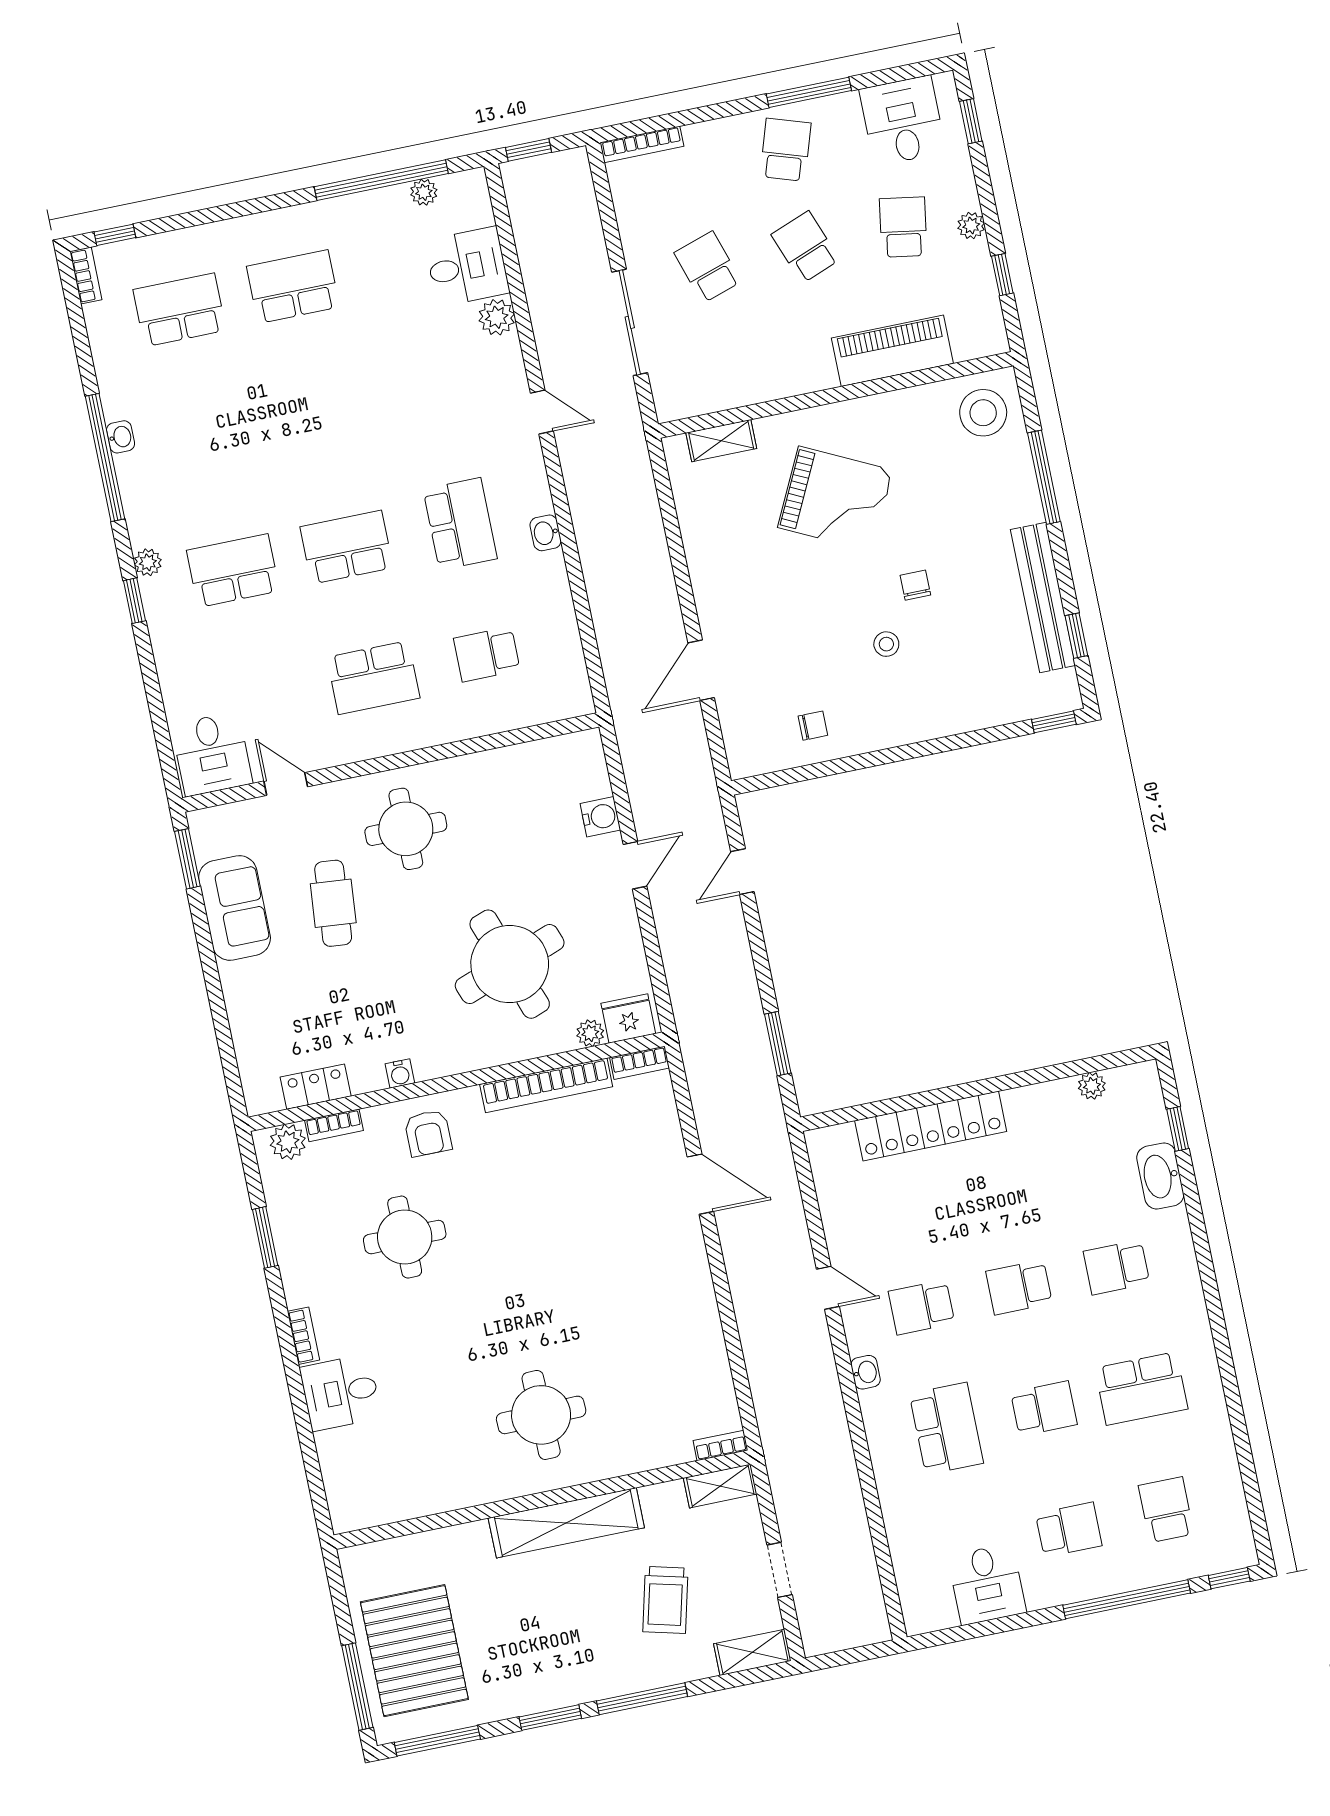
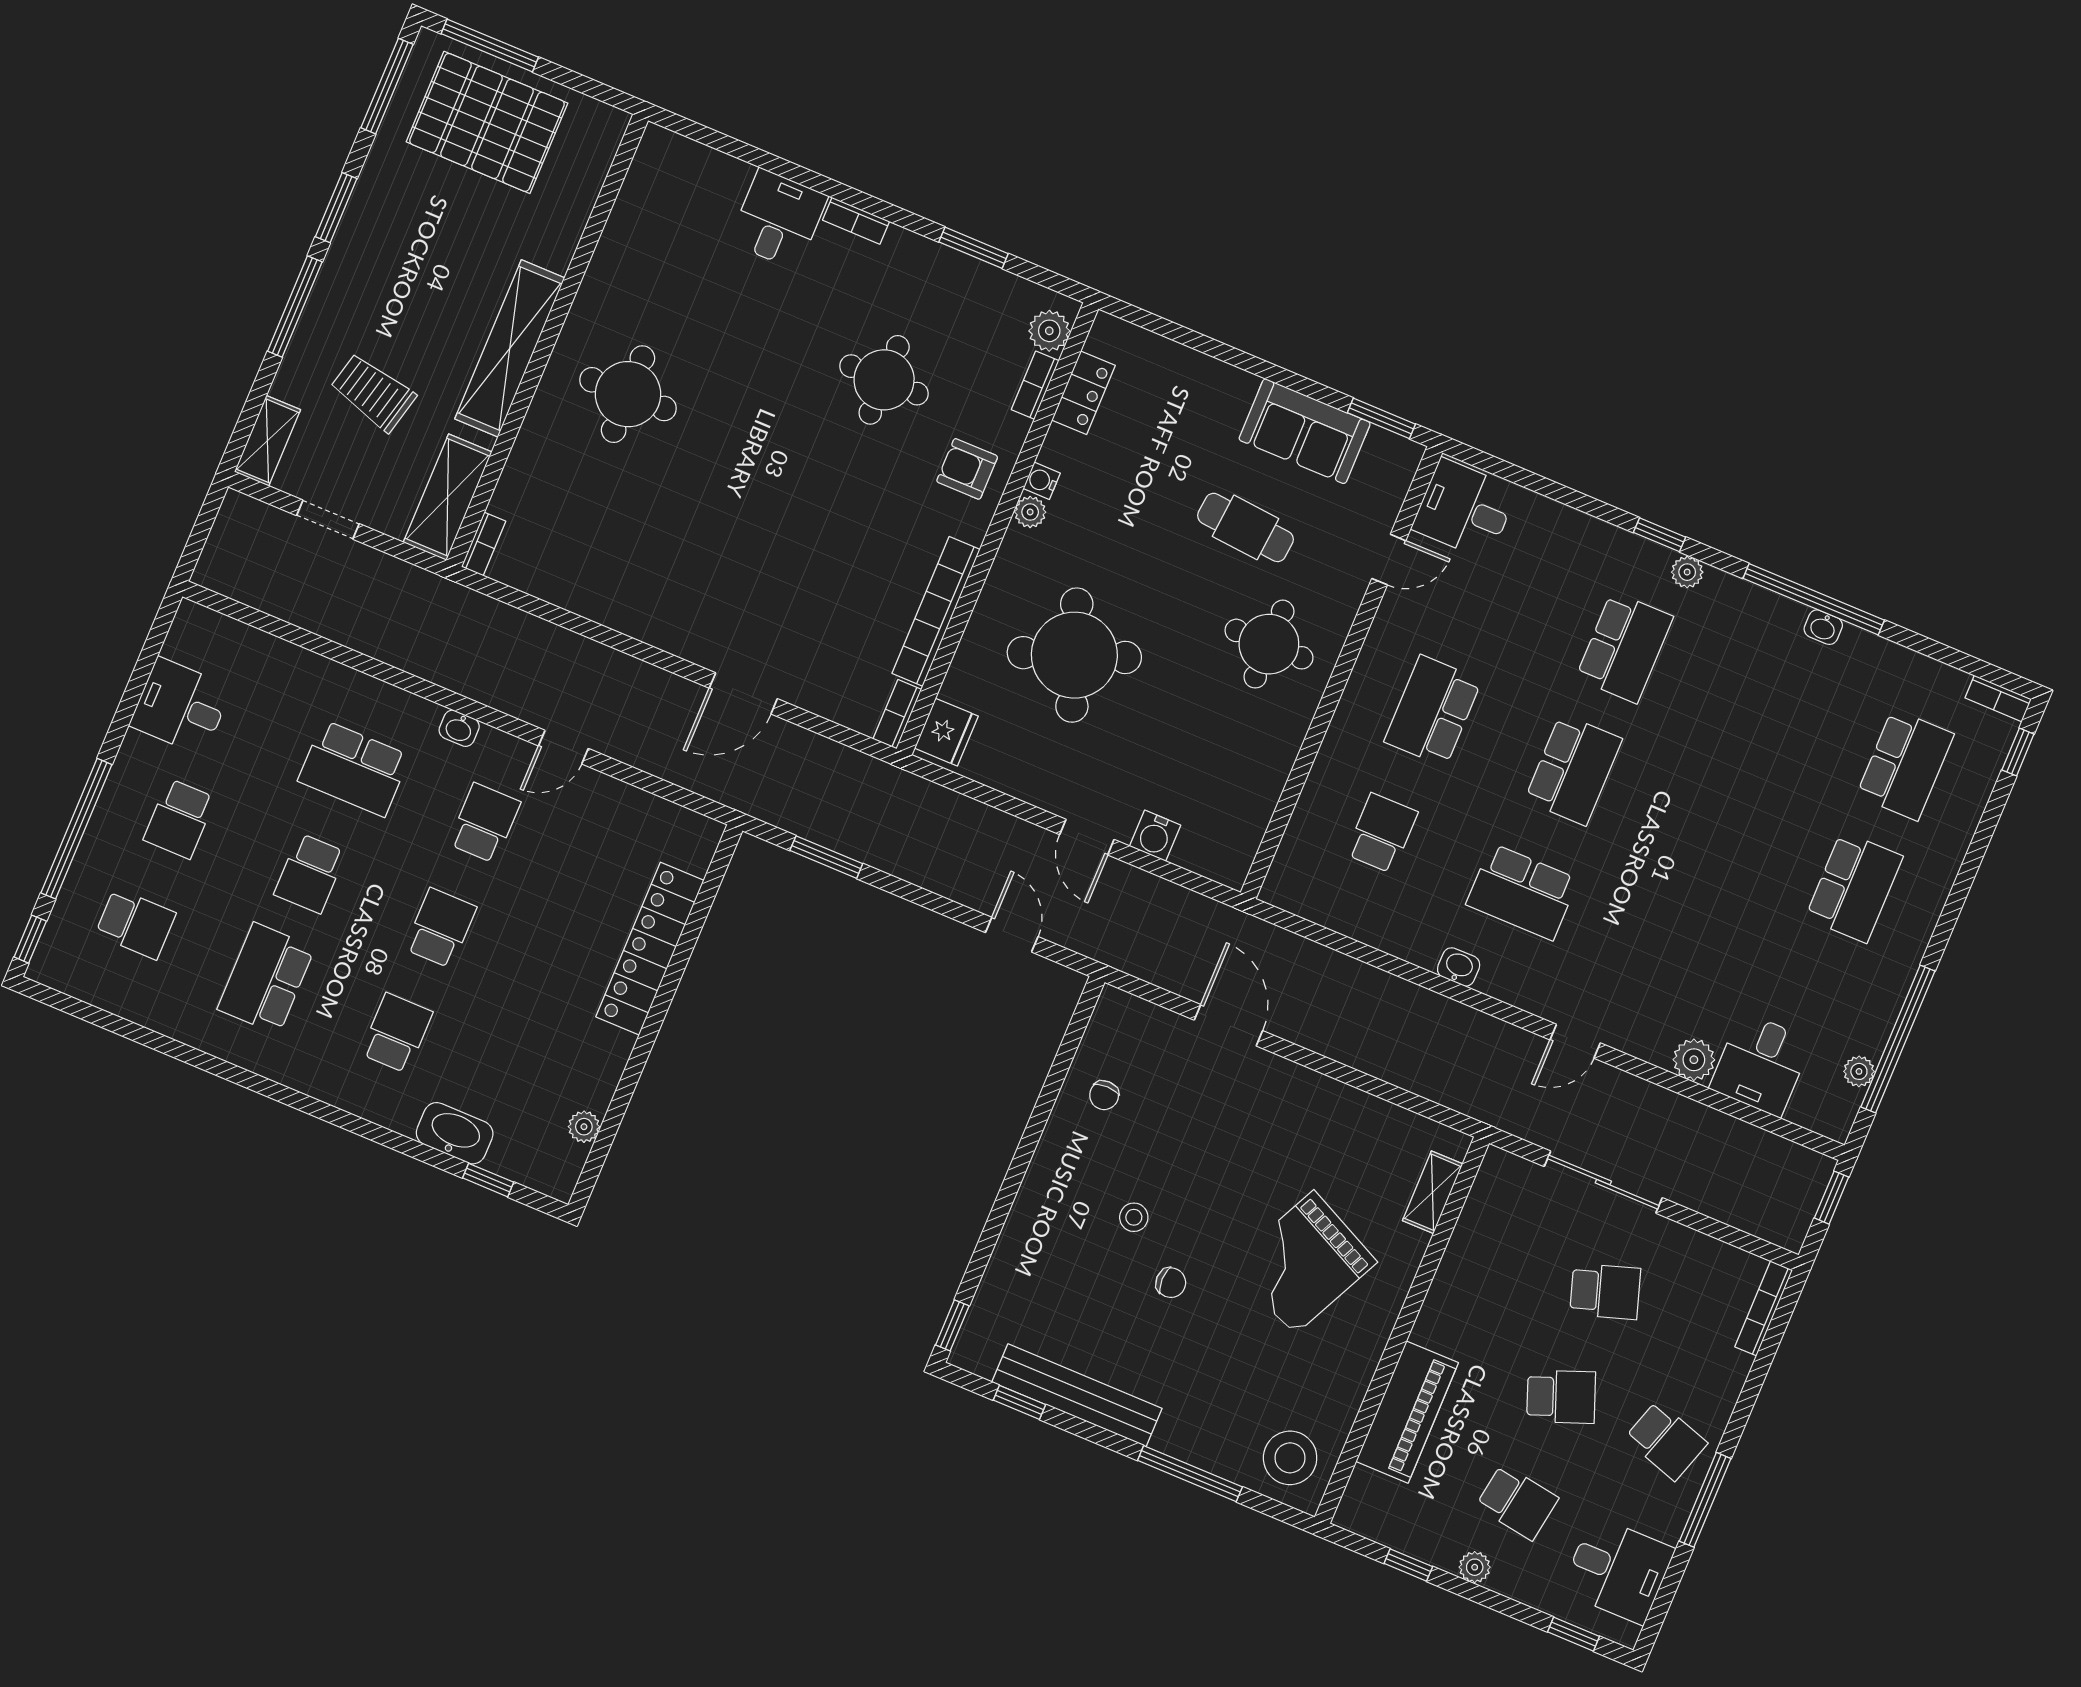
plant: (590, 1033) -> (1030, 512), moved
shelving: (720, 1486) -> (448, 497), width x1.50, depth x1.33

